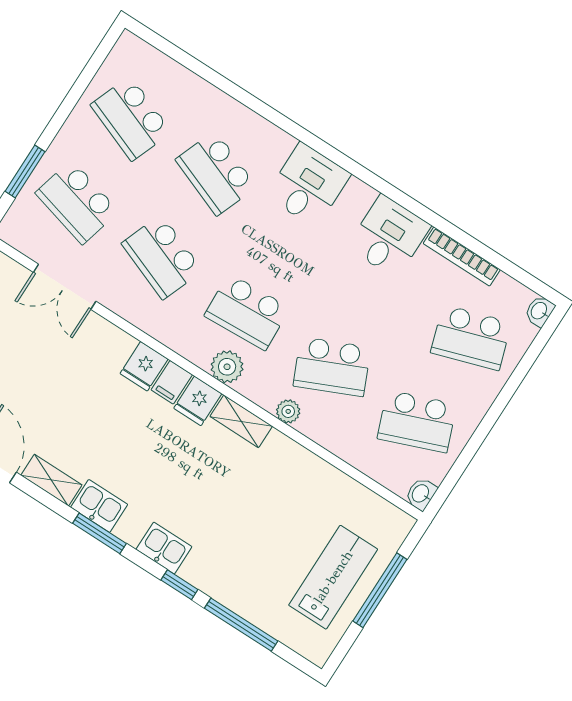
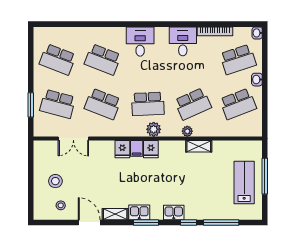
shelving: (241, 421) -> (199, 146), moved
washbasin: (421, 494) -> (257, 80), moved

